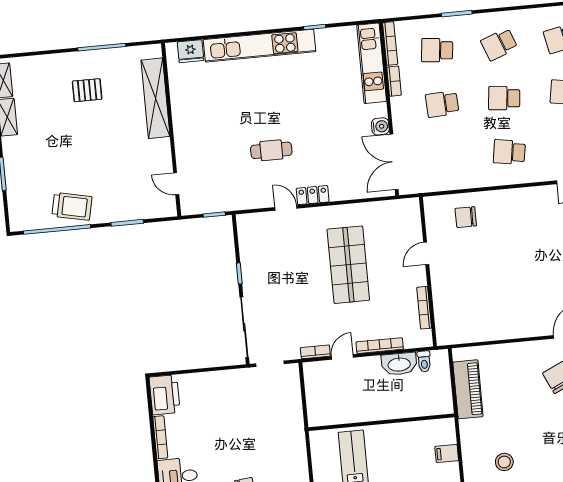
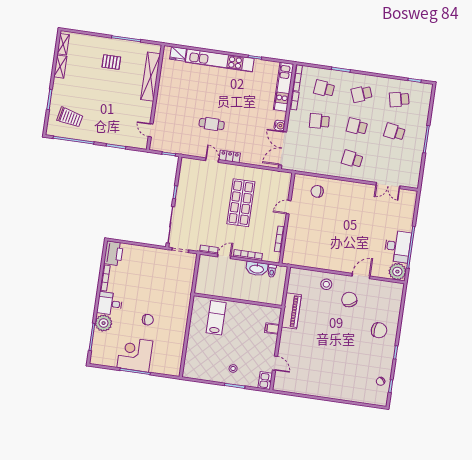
trolley: (72, 206) -> (70, 117), moved
piano: (468, 389) -> (291, 311), moved
stool: (504, 462) -> (326, 284), moved

